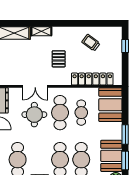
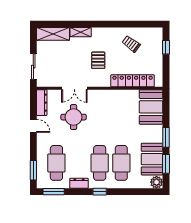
cafe table: (60, 113) -> (100, 115), removed
cafe table: (81, 113) -> (121, 115), removed

